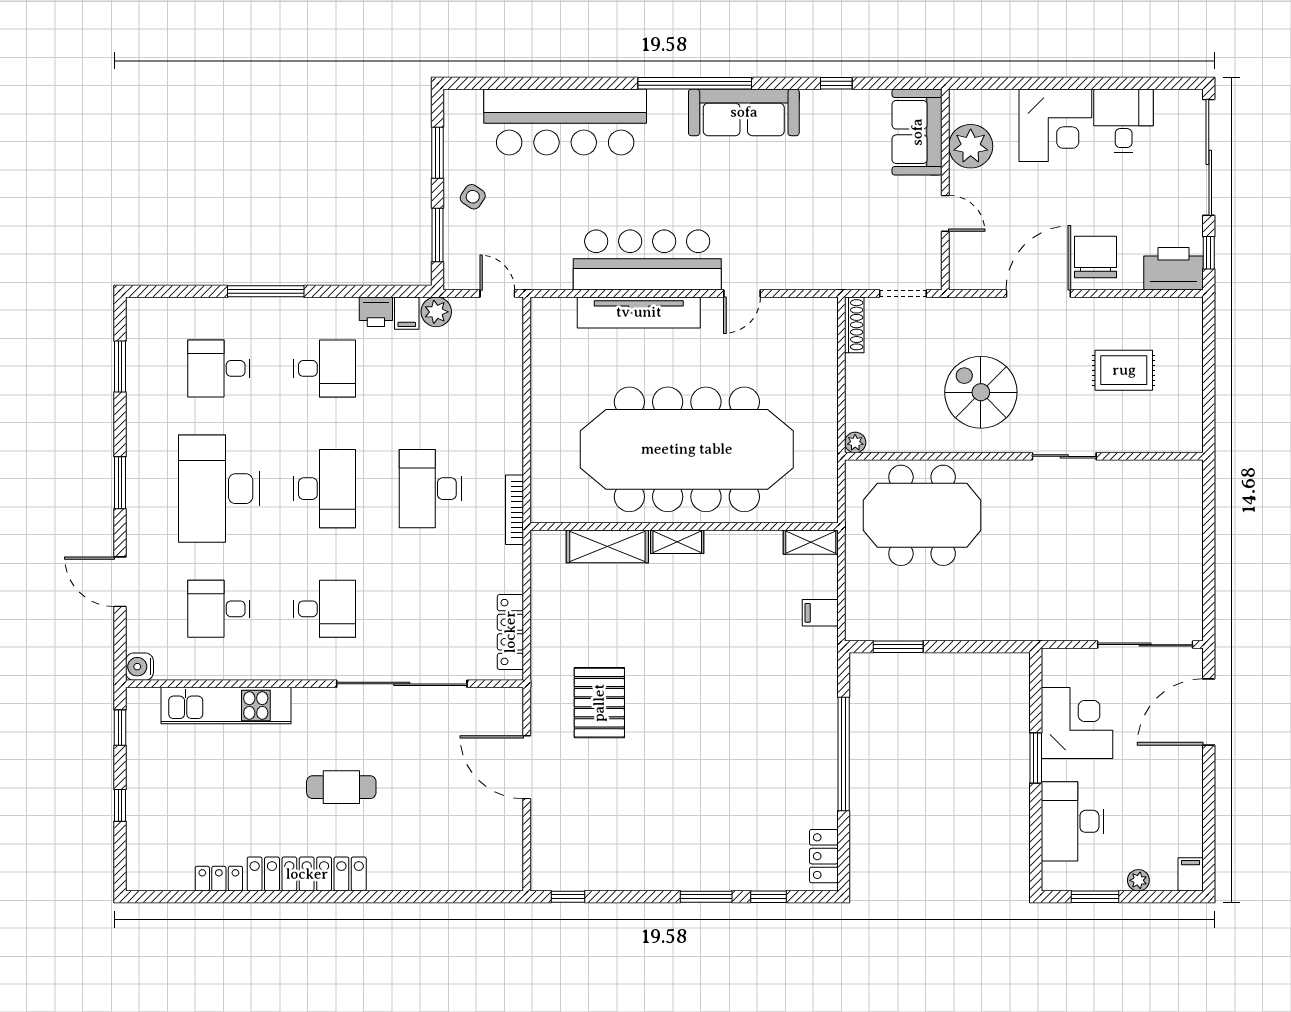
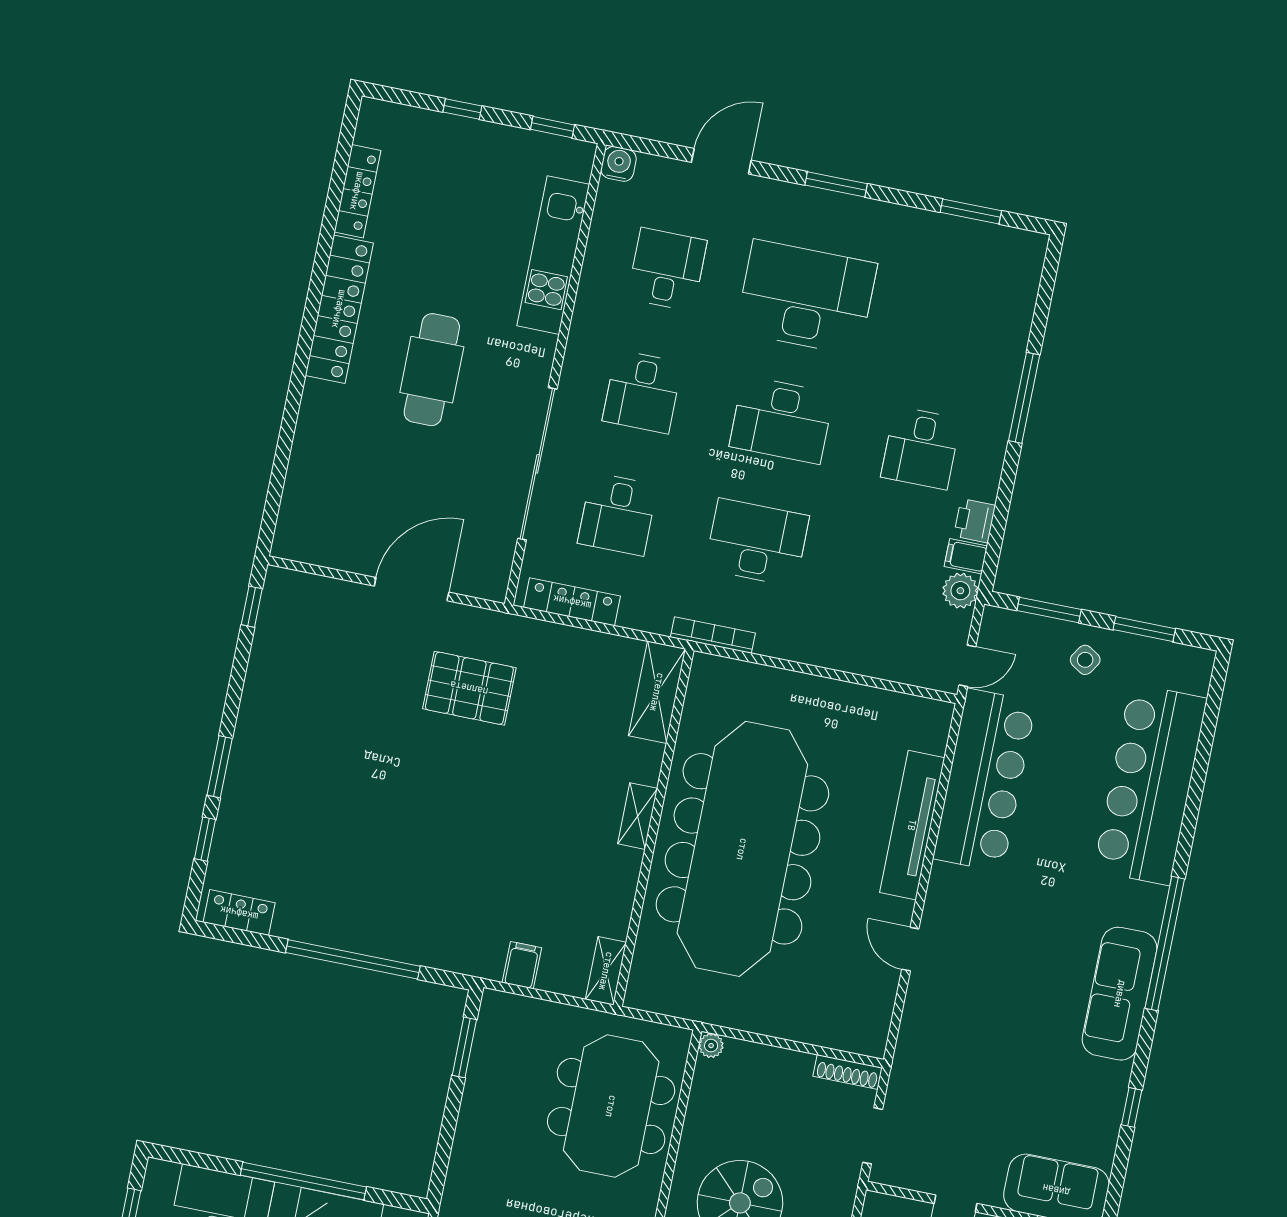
bar counter: (647, 260) -> (985, 780), moved
desk: (219, 368) -> (618, 514), moved, turned 180
shelving: (607, 546) -> (657, 692), moved
window: (1036, 758) -> (303, 1181), width x2.11
cafe table: (341, 787) -> (432, 370), width x1.37, depth x1.35
locker: (219, 879) -> (357, 191), width x1.53

